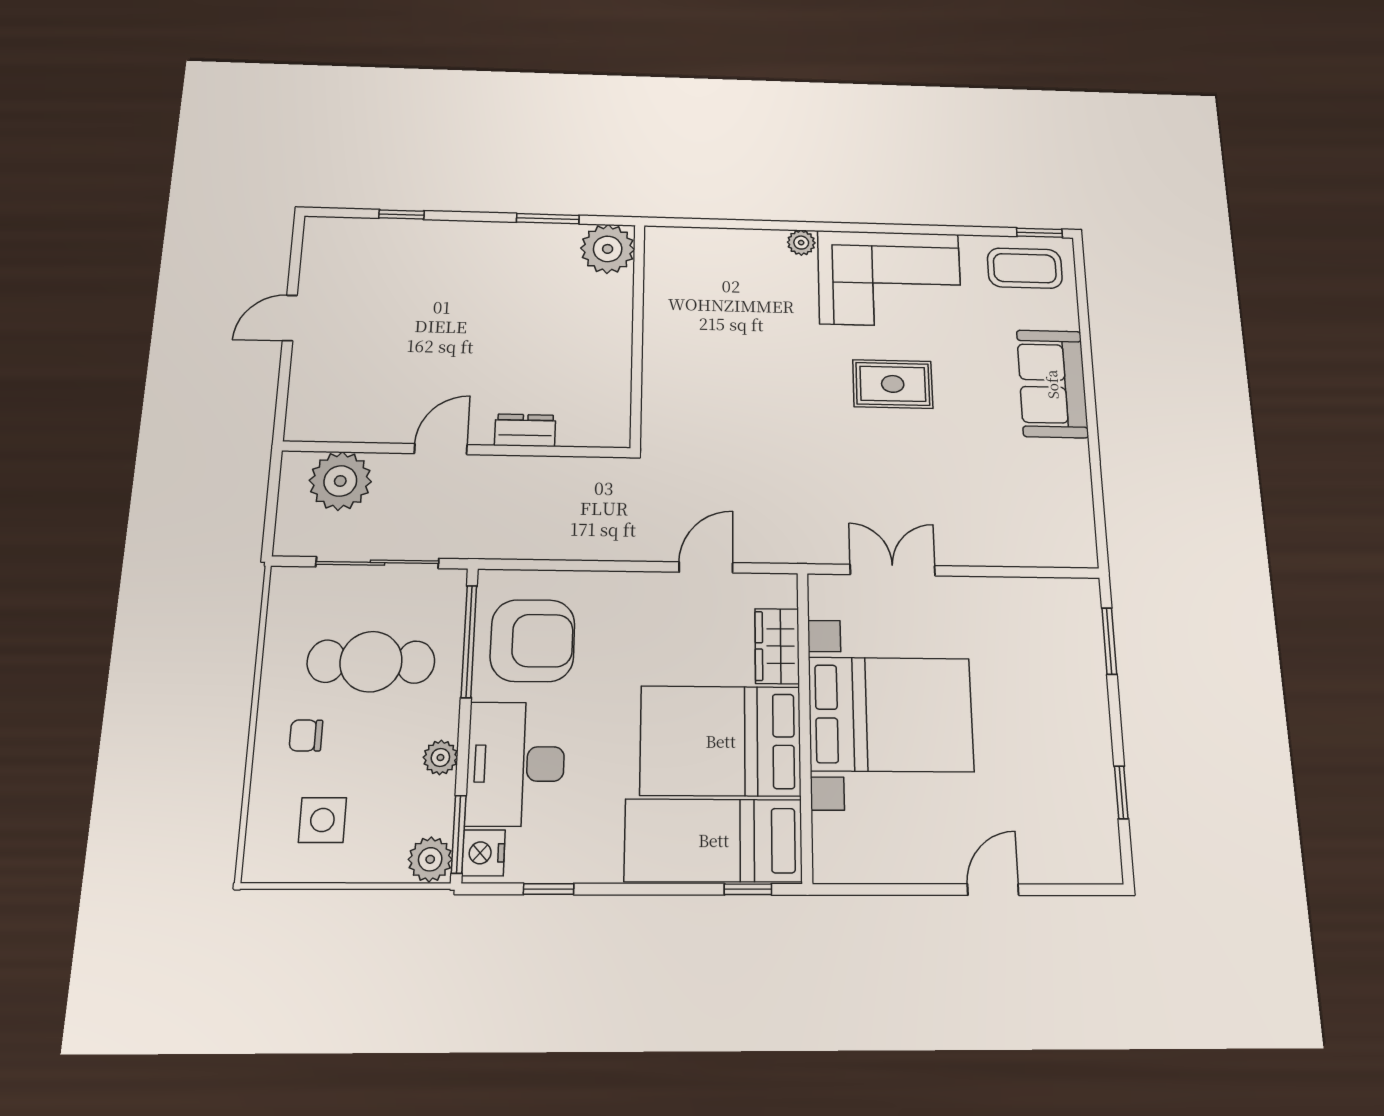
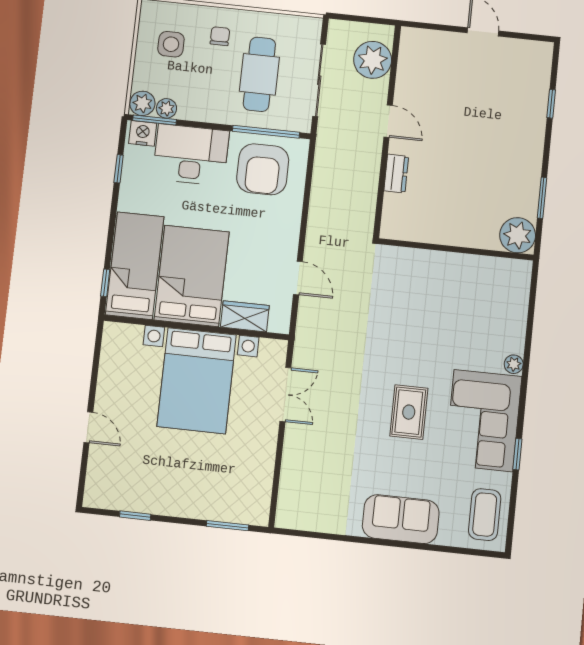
window: (1039, 233) -> (517, 454), moved
plant: (440, 757) -> (166, 108), moved

